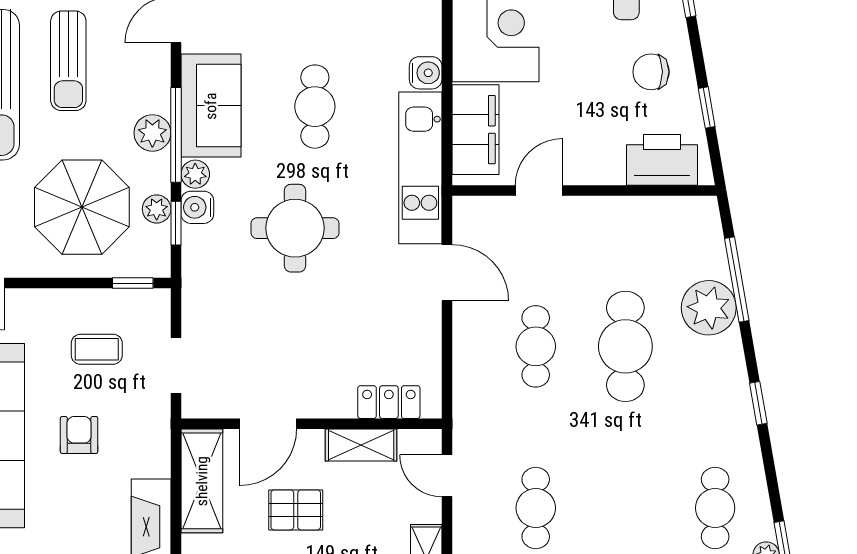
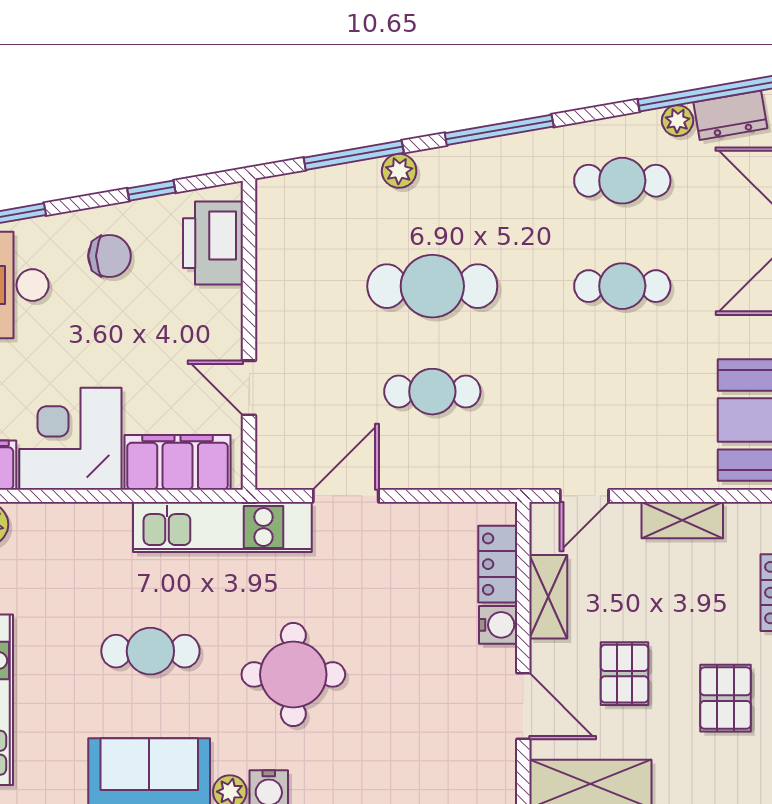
chair: (651, 72) -> (110, 256), turned -90
water cooler: (426, 73) -> (498, 625), moved, turned 90
plant: (709, 308) -> (399, 171), width x0.53, depth x0.53
window: (758, 403) -> (499, 130), width x2.17
cafe table: (536, 508) -> (622, 286), moved

